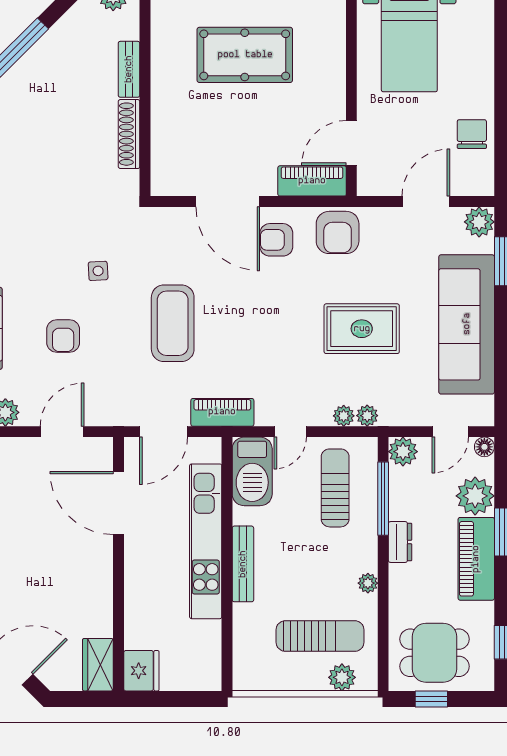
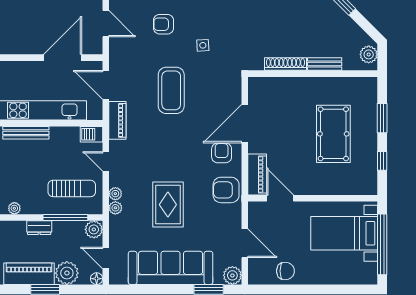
coffee table: (173, 323) -> (171, 90), turned 90
barbecue: (252, 471) -> (92, 134), width x0.53, depth x0.65

